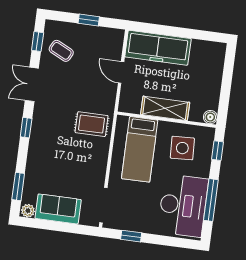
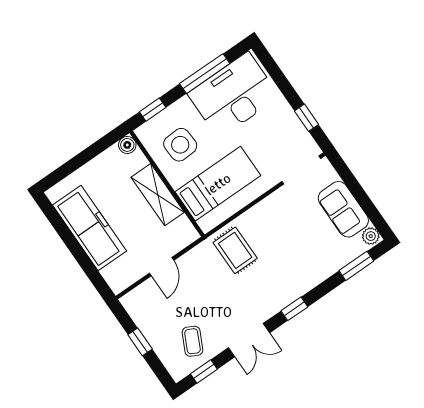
freezer: (158, 48) -> (89, 228), moved

